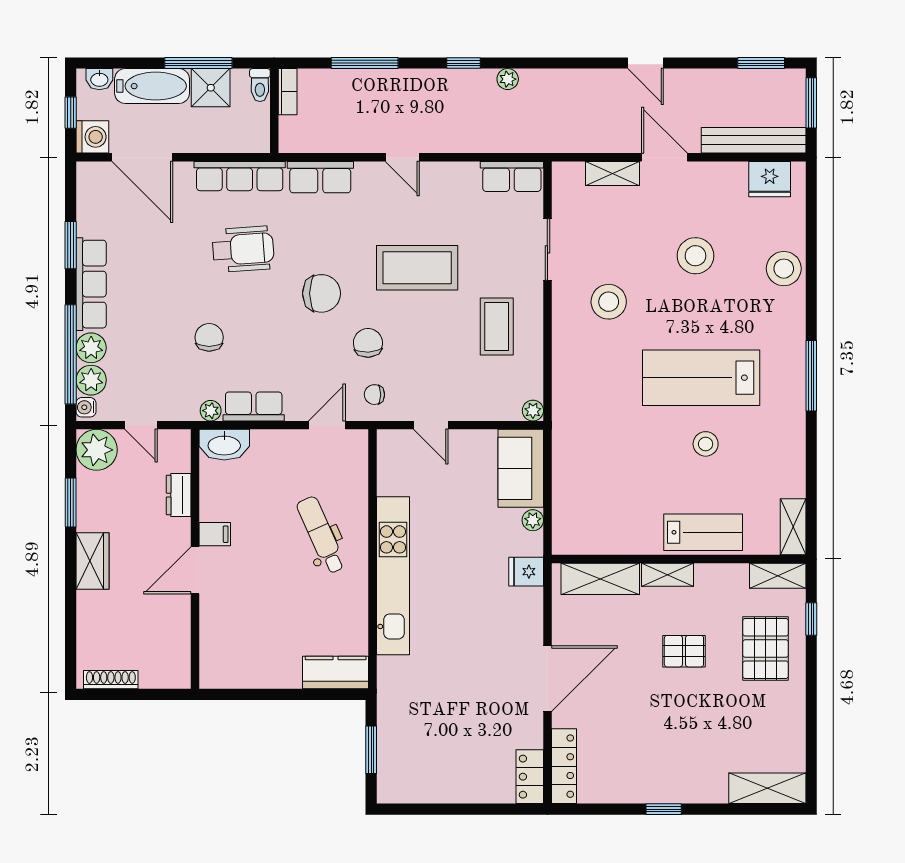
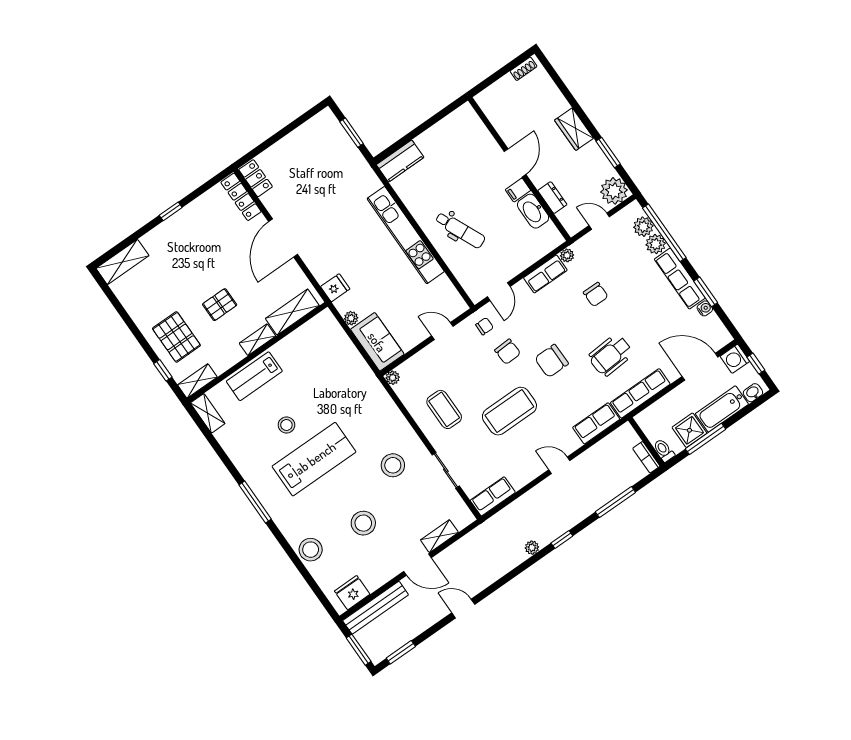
water cooler: (86, 407) -> (705, 308), moved
washbasin: (224, 445) -> (533, 211), moved, turned -90
shoe rack: (111, 680) -> (524, 69), width x0.70

